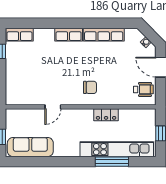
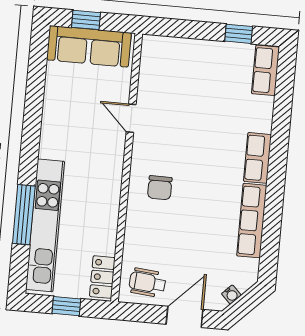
wheelchair: (143, 89) -> (147, 283), turned 95
locker: (106, 115) -> (102, 277), moved
sofa: (30, 147) -> (89, 46), moved, turned 90

